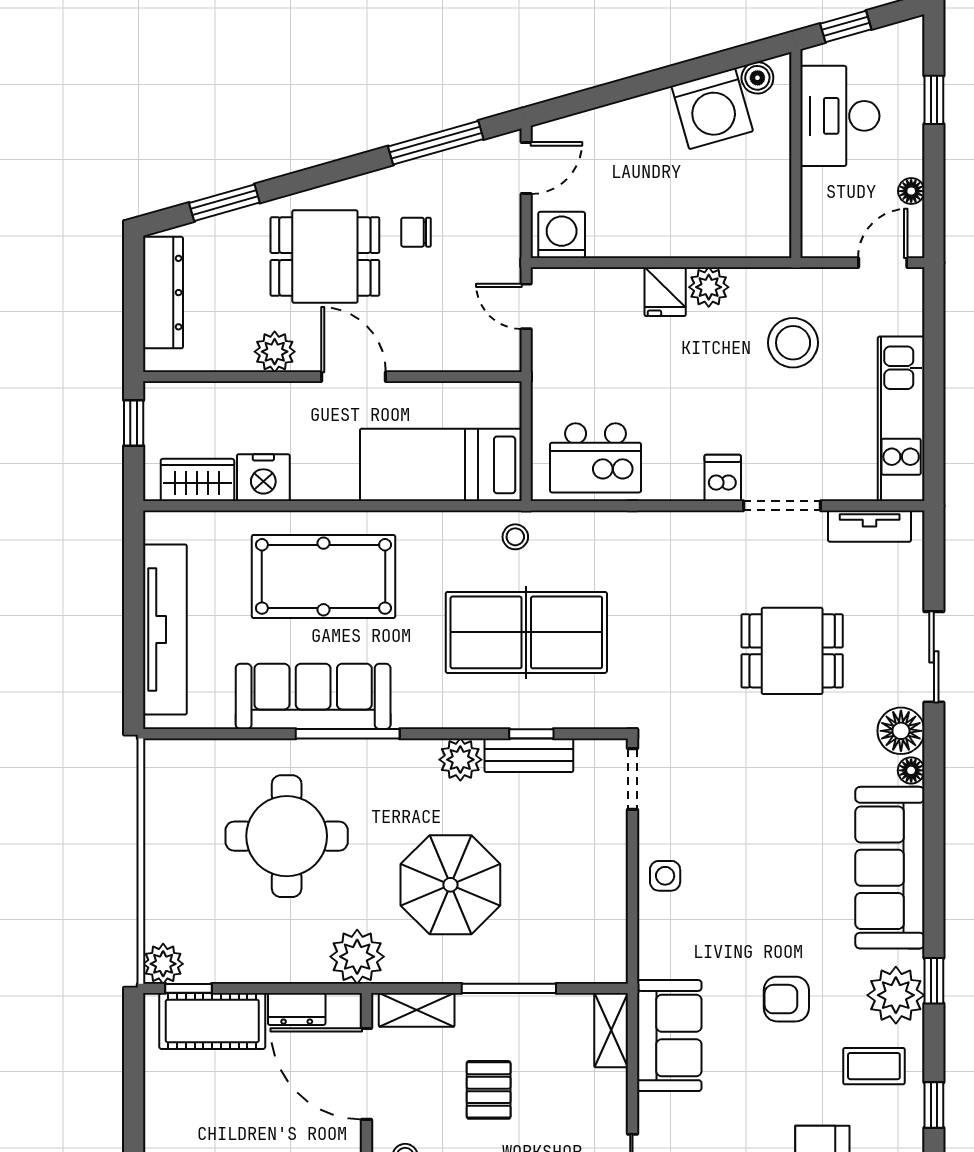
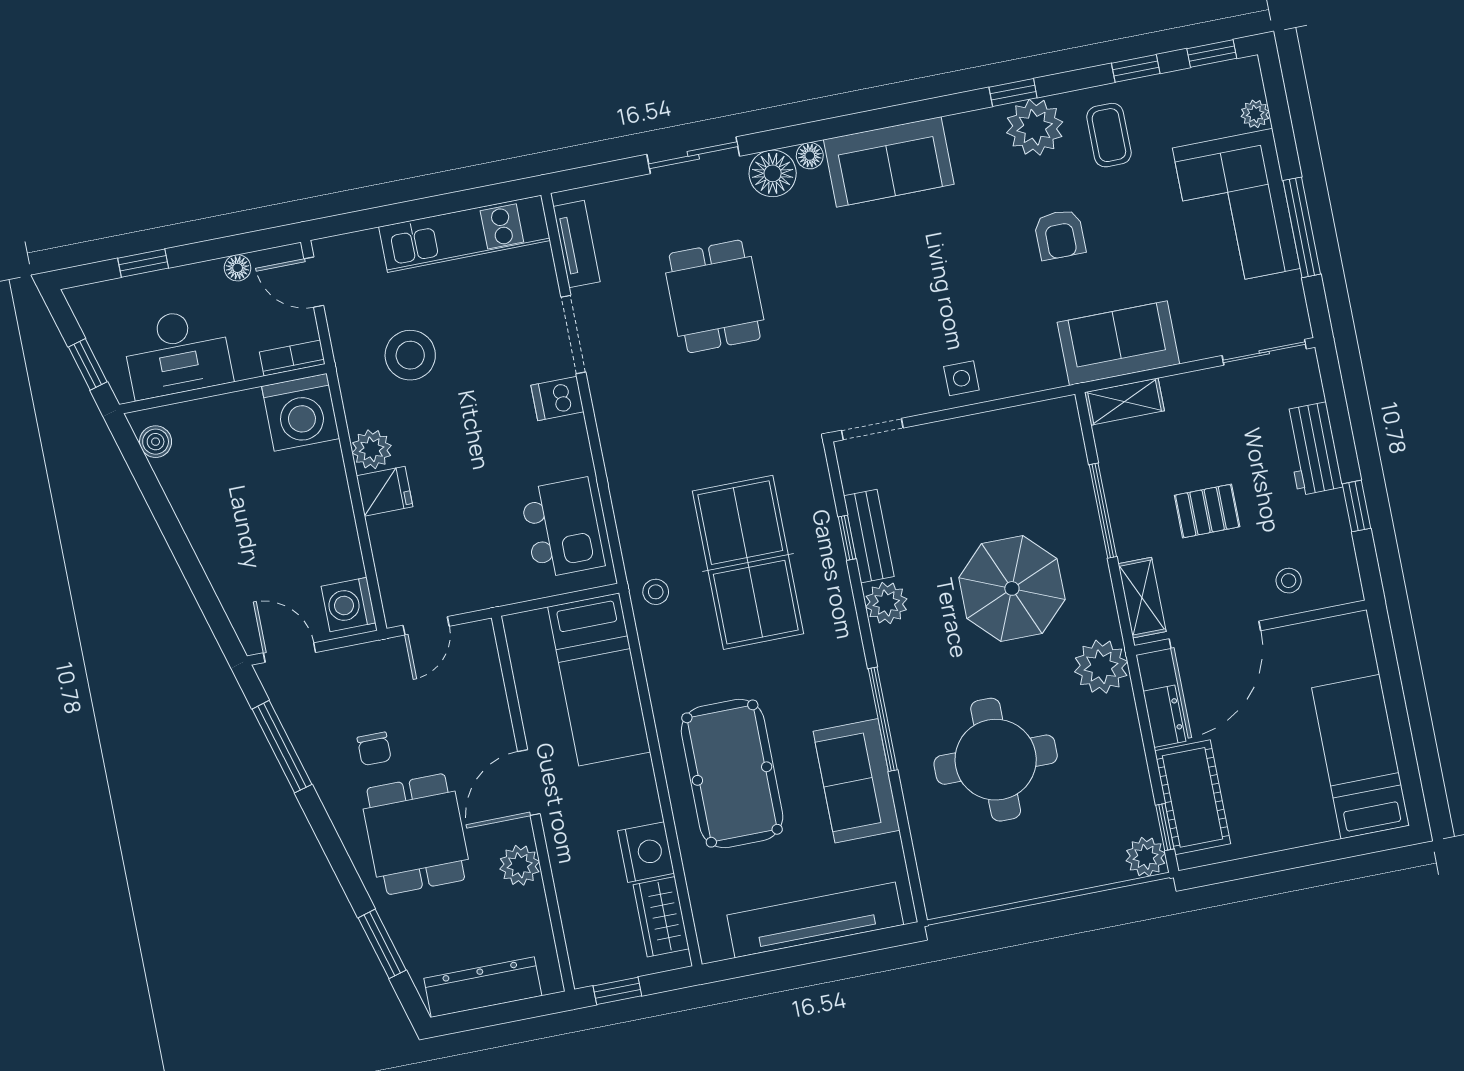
washing machine: (712, 109) -> (301, 412), moved, turned 106
bookcase: (813, 227) -> (292, 358), added
sofa: (313, 696) -> (856, 781), width x0.73
sofa: (890, 868) -> (889, 162), width x0.73

